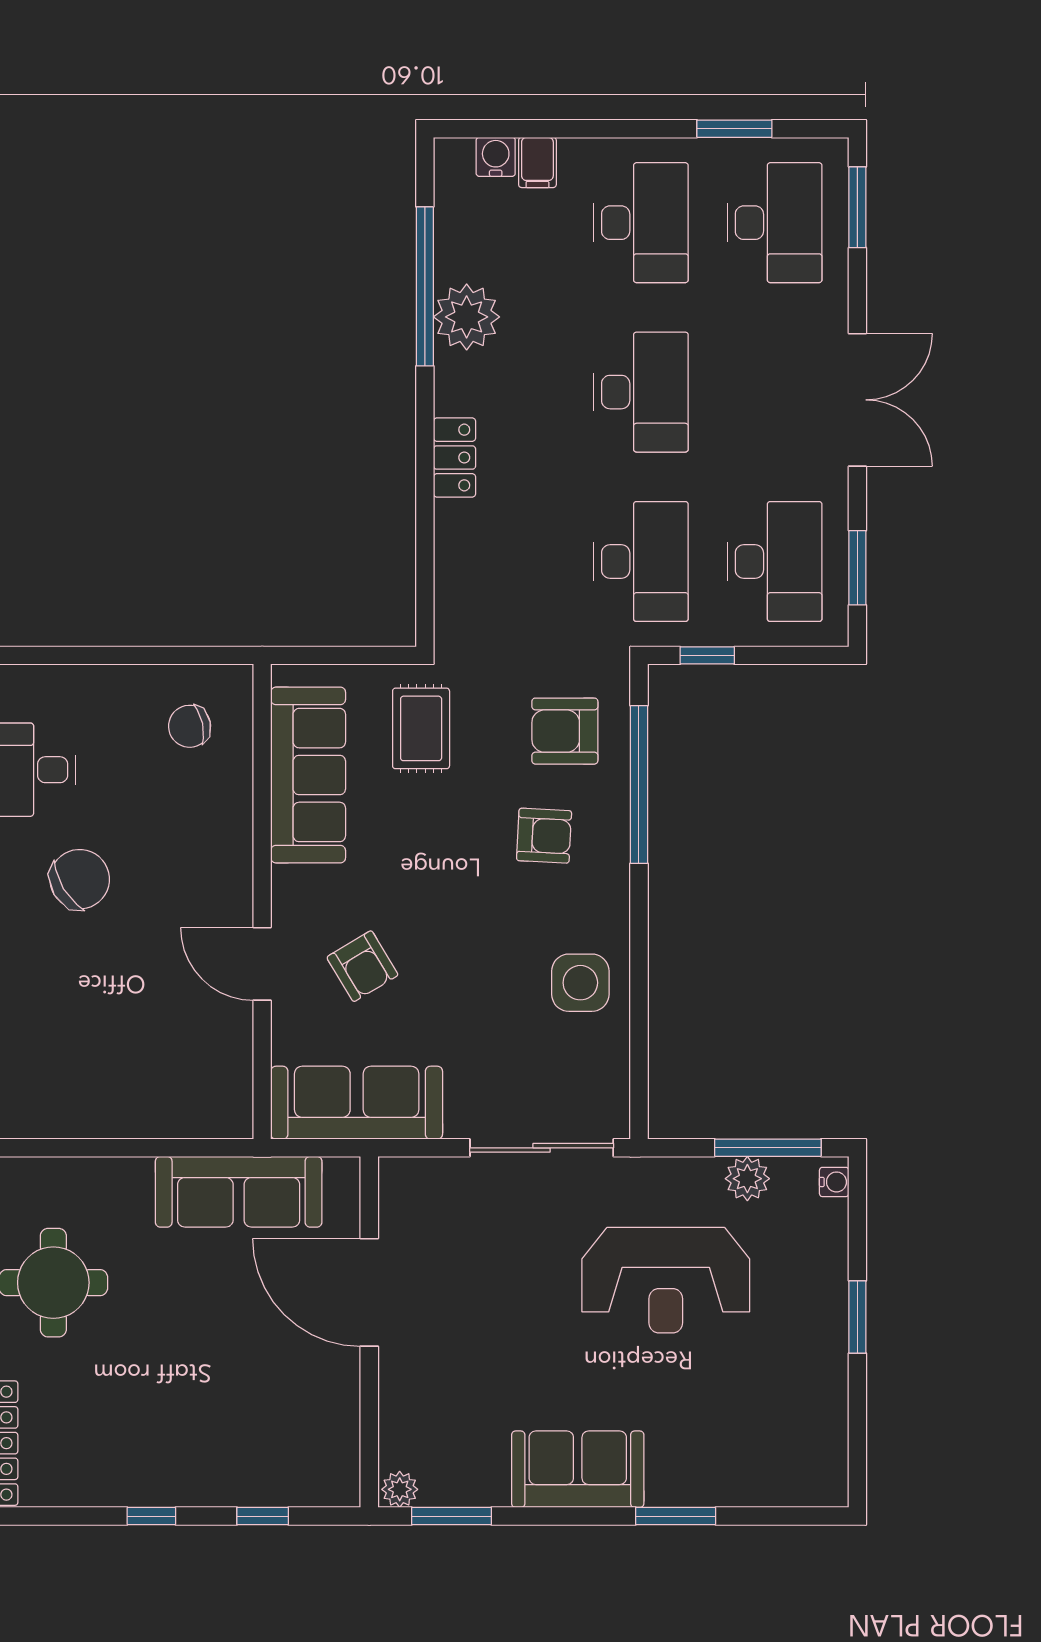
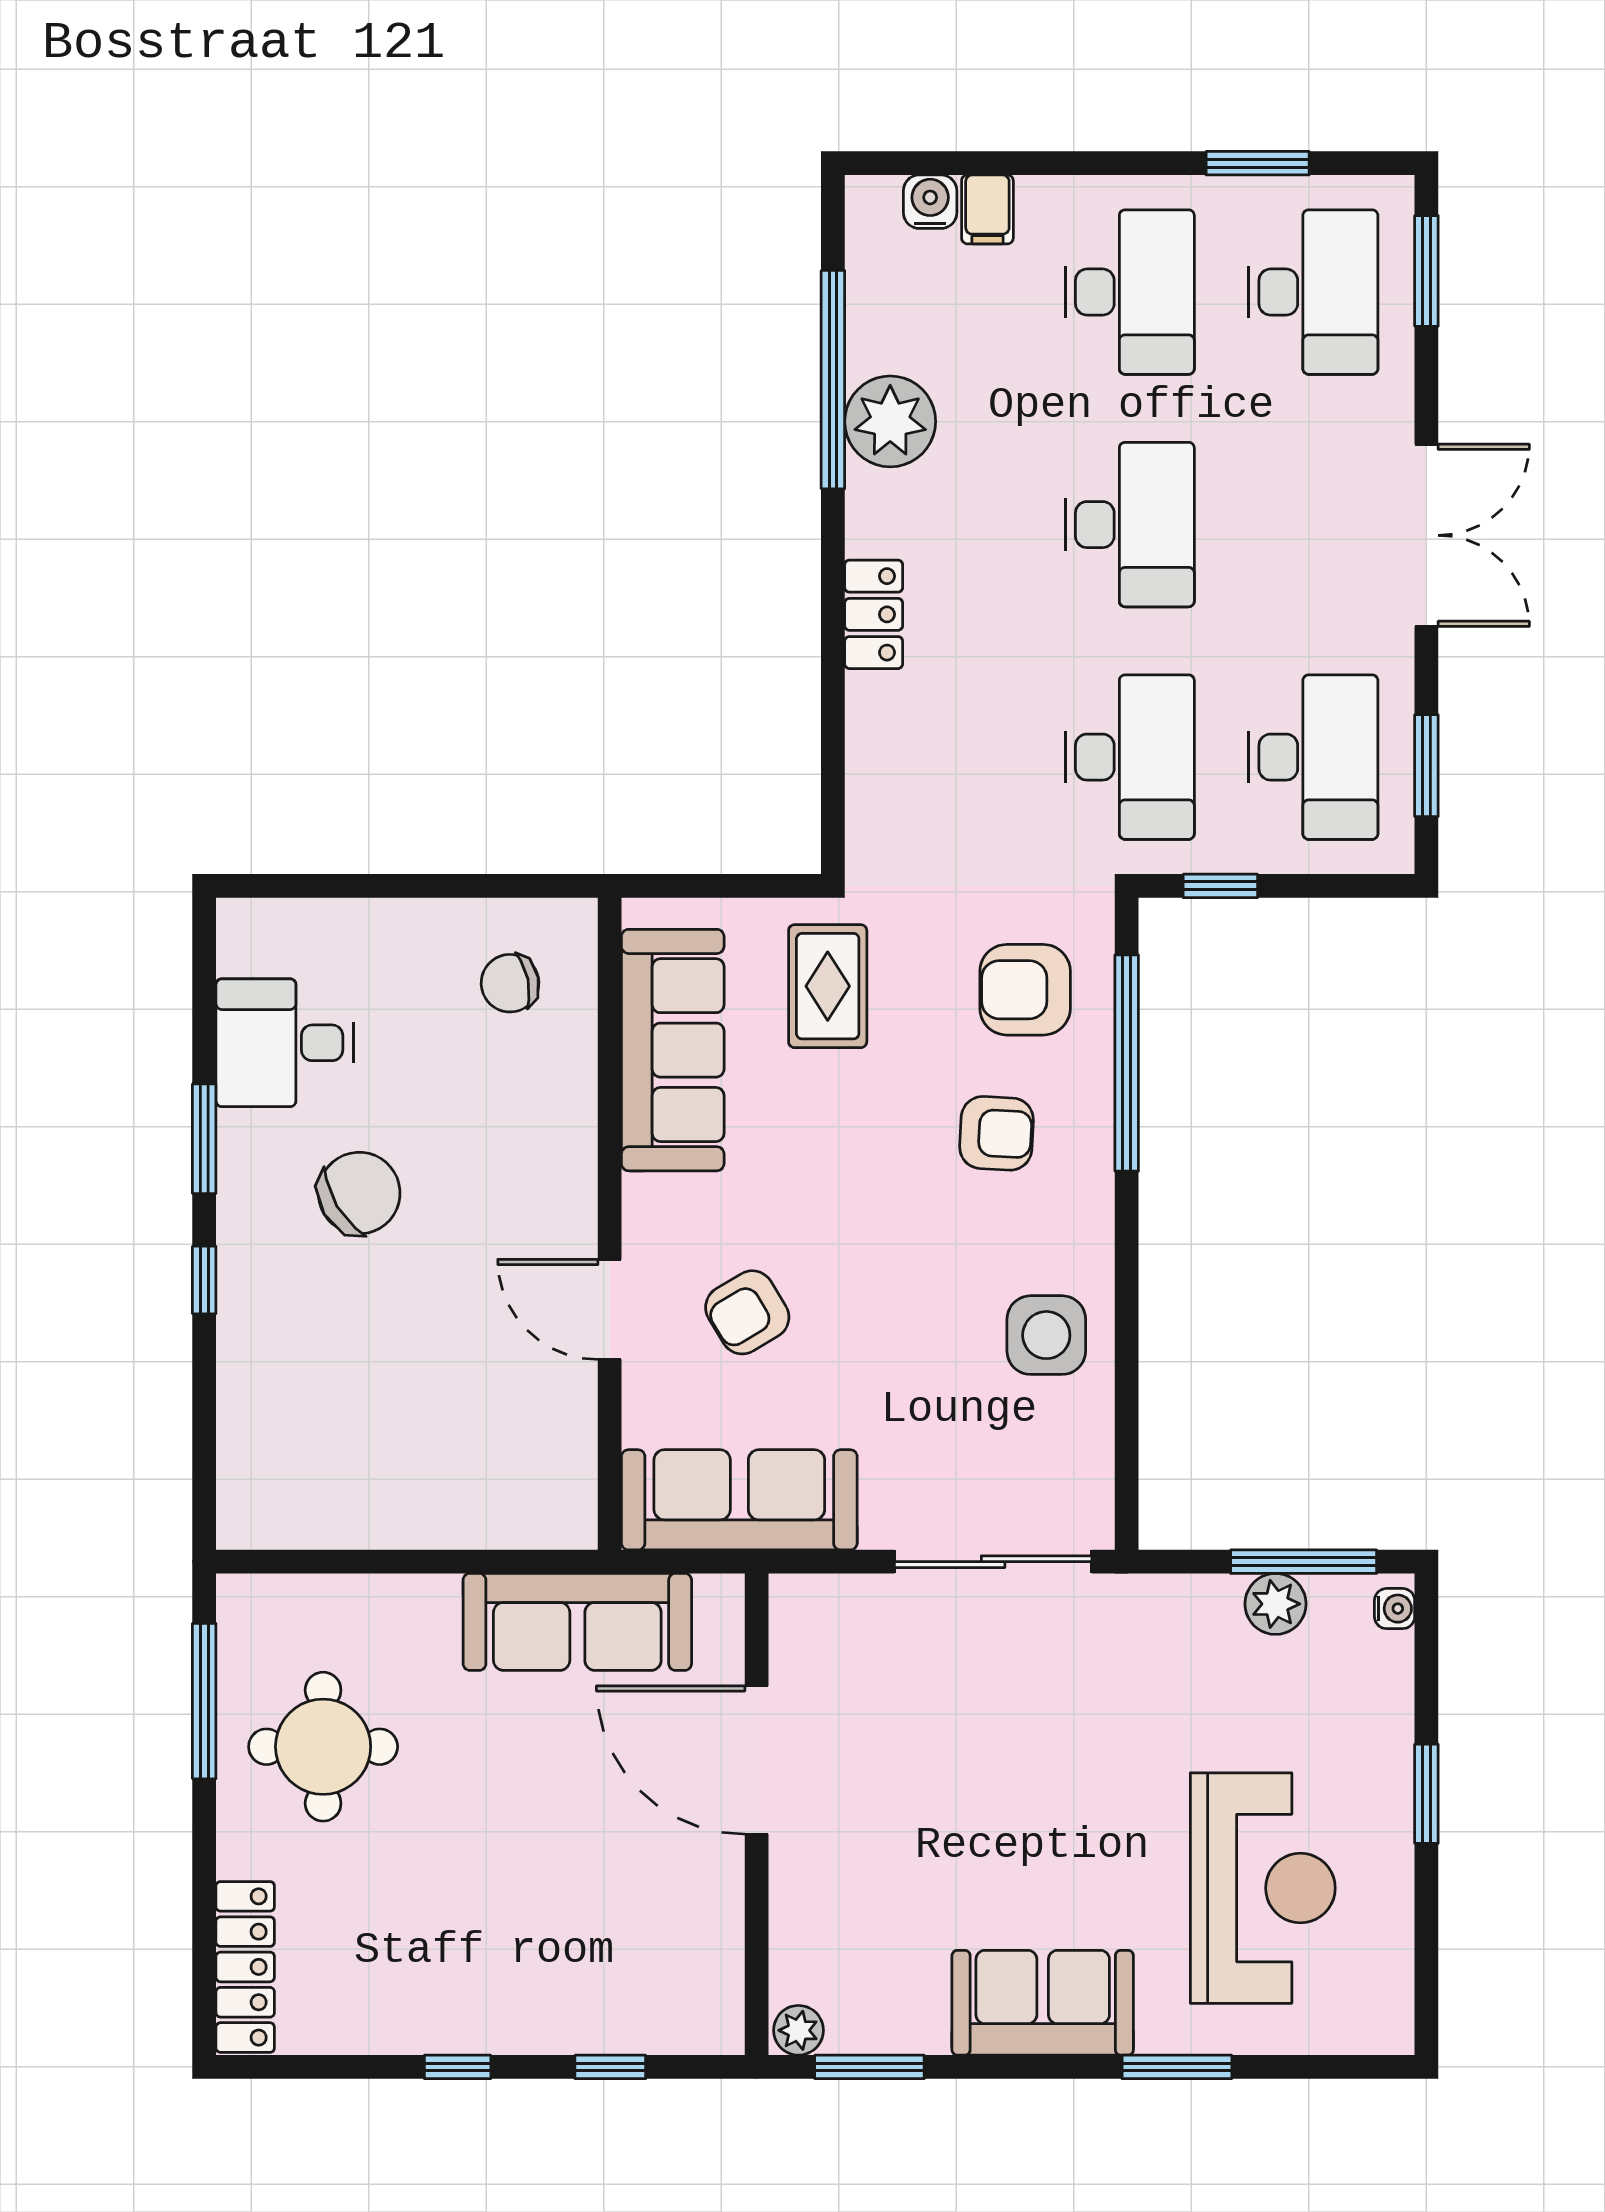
armchair: (362, 966) -> (747, 1312), turned 90
reception desk: (666, 1280) -> (1263, 1888), moved, turned -90

